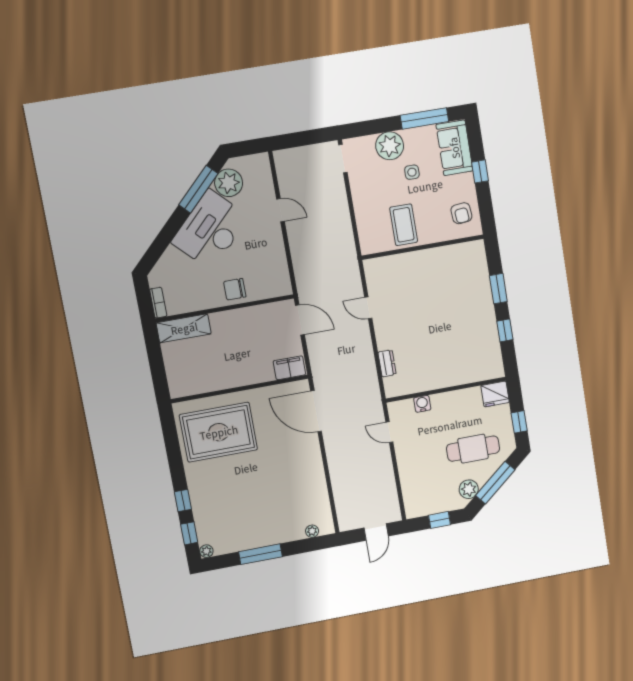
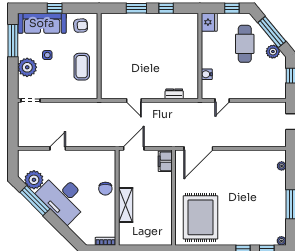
sofa: (454, 148) -> (42, 23), width x1.36
coffee table: (404, 225) -> (82, 67), turned 90
door: (368, 308) -> (134, 100), hinge flipped
shelving: (184, 328) -> (126, 205), moved

